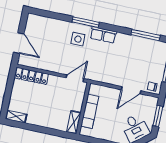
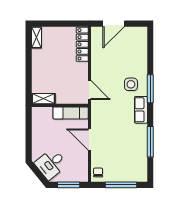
window: (146, 35) -> (150, 142), moved
door: (131, 90) -> (89, 140), moved
exam couch: (90, 111) -> (71, 113), moved

